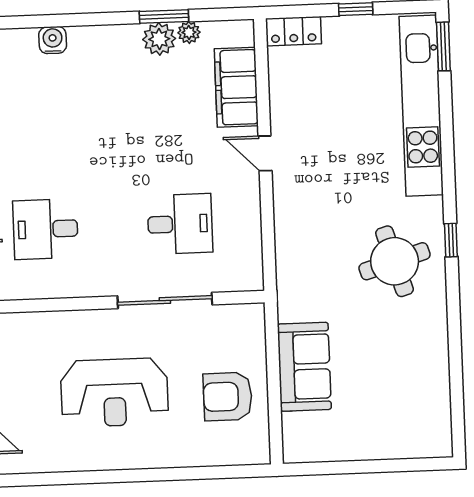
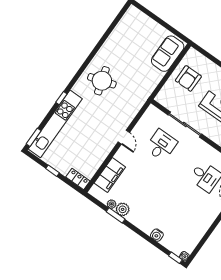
door: (265, 153) -> (124, 137), moved
desk: (180, 224) -> (161, 145), turned 90
window: (451, 240) -> (61, 98), moved
sofa: (304, 367) -> (168, 54), moved
armchair: (228, 397) -> (188, 78), turned 90

